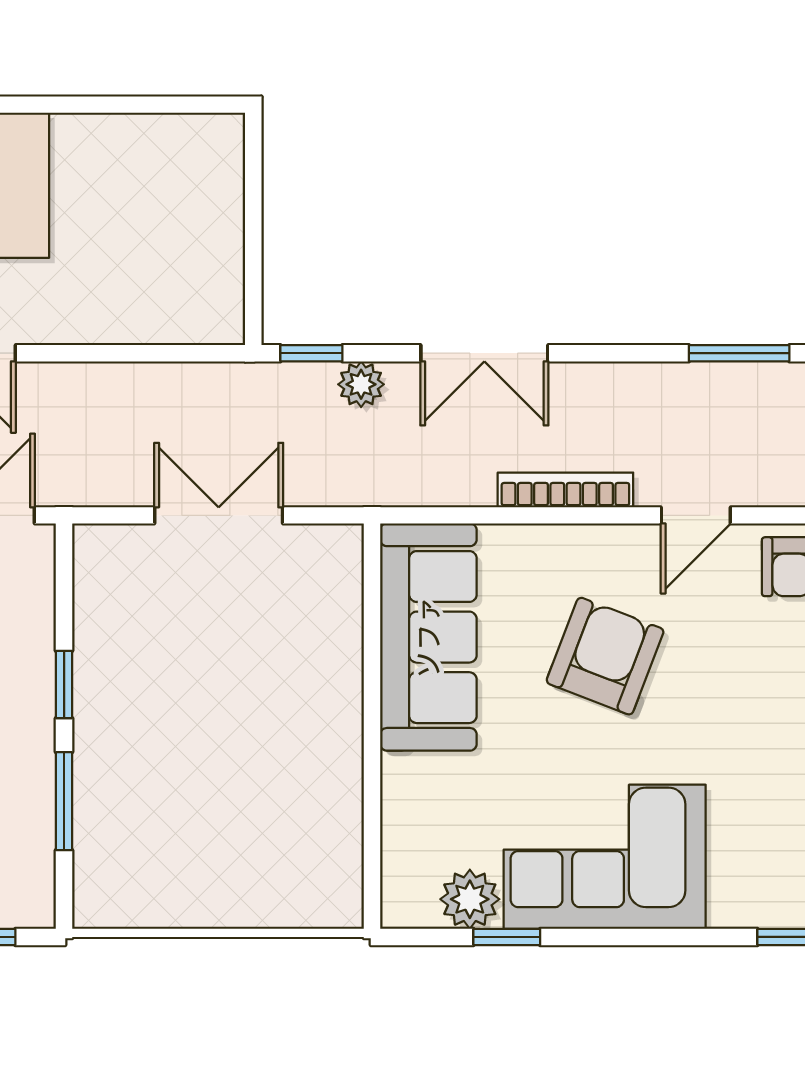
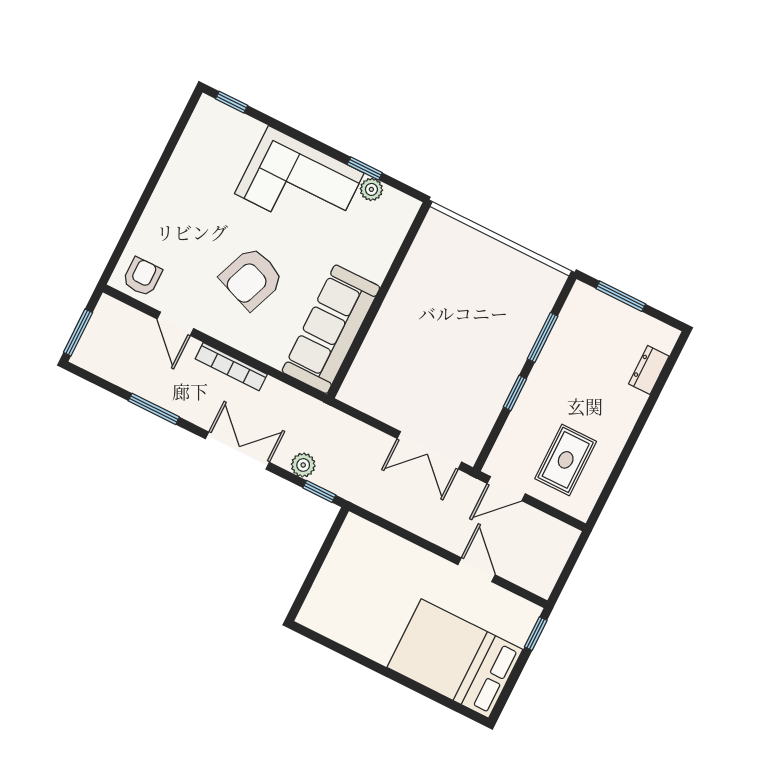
window: (739, 353) -> (154, 409), moved
double door: (219, 515) -> (429, 450), moved
door: (696, 515) -> (175, 324), swing flipped
plant: (470, 899) -> (371, 189), width x0.73, depth x0.73

